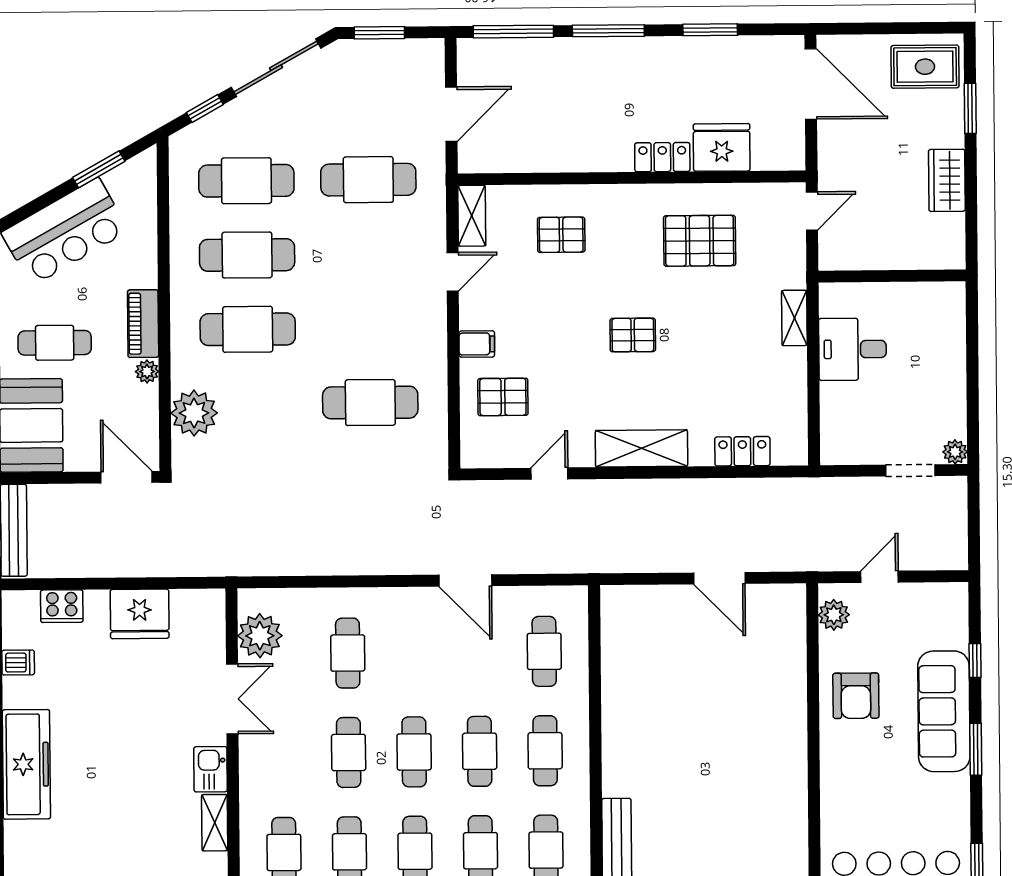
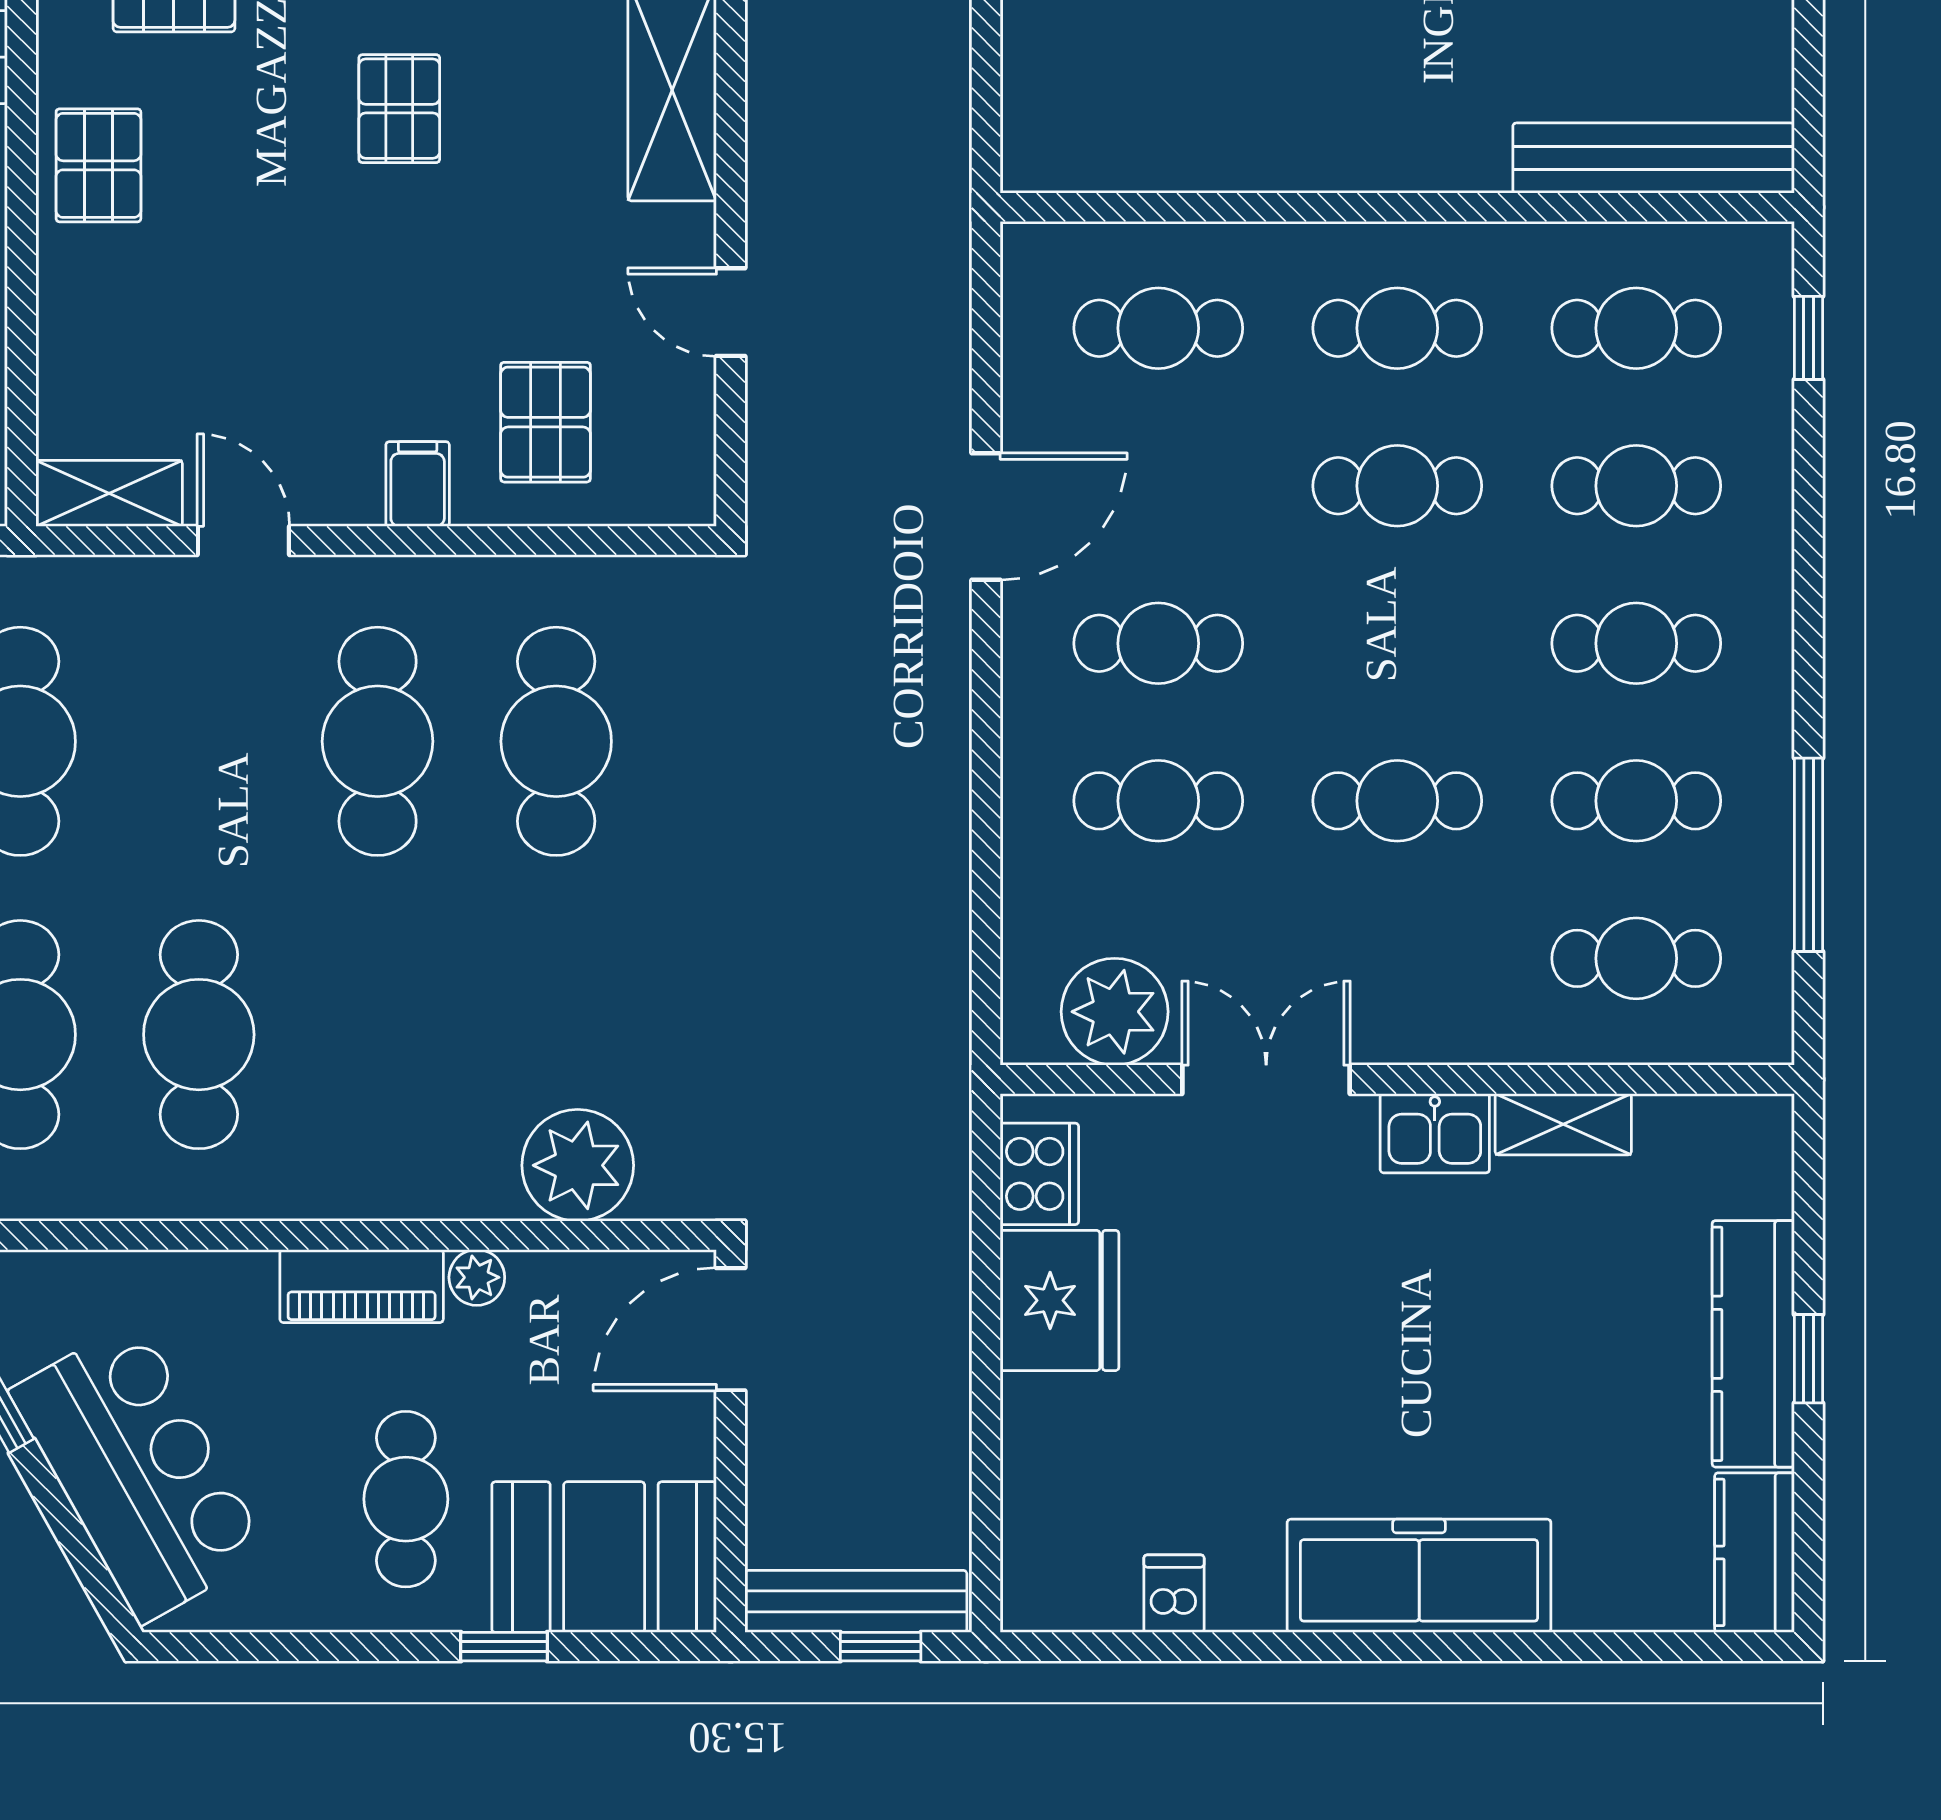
pallet: (561, 235) -> (98, 165), moved
cafe table: (248, 329) -> (378, 741), moved
cooker: (62, 606) -> (1039, 1174), moved
cafe table: (414, 752) -> (1158, 643), moved

